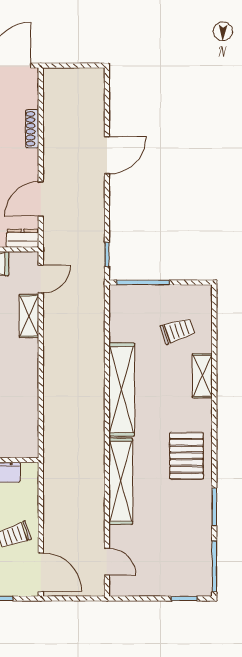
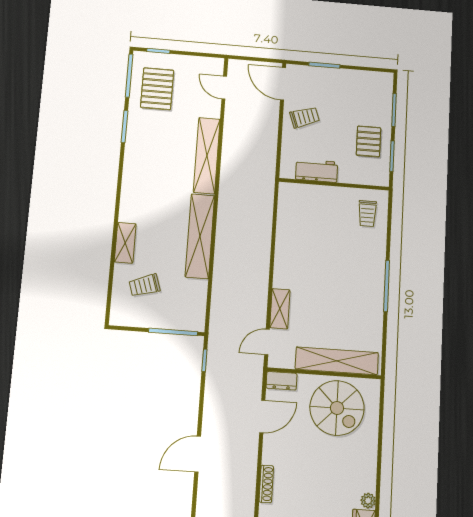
pallet: (186, 456) -> (157, 89), moved

